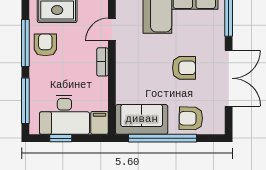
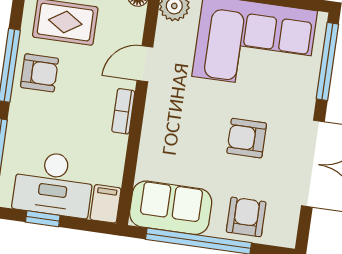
armchair: (45, 45) -> (40, 73), turned 90
armchair: (184, 68) -> (247, 138), turned 180
armchair: (191, 118) -> (246, 217), turned 89

